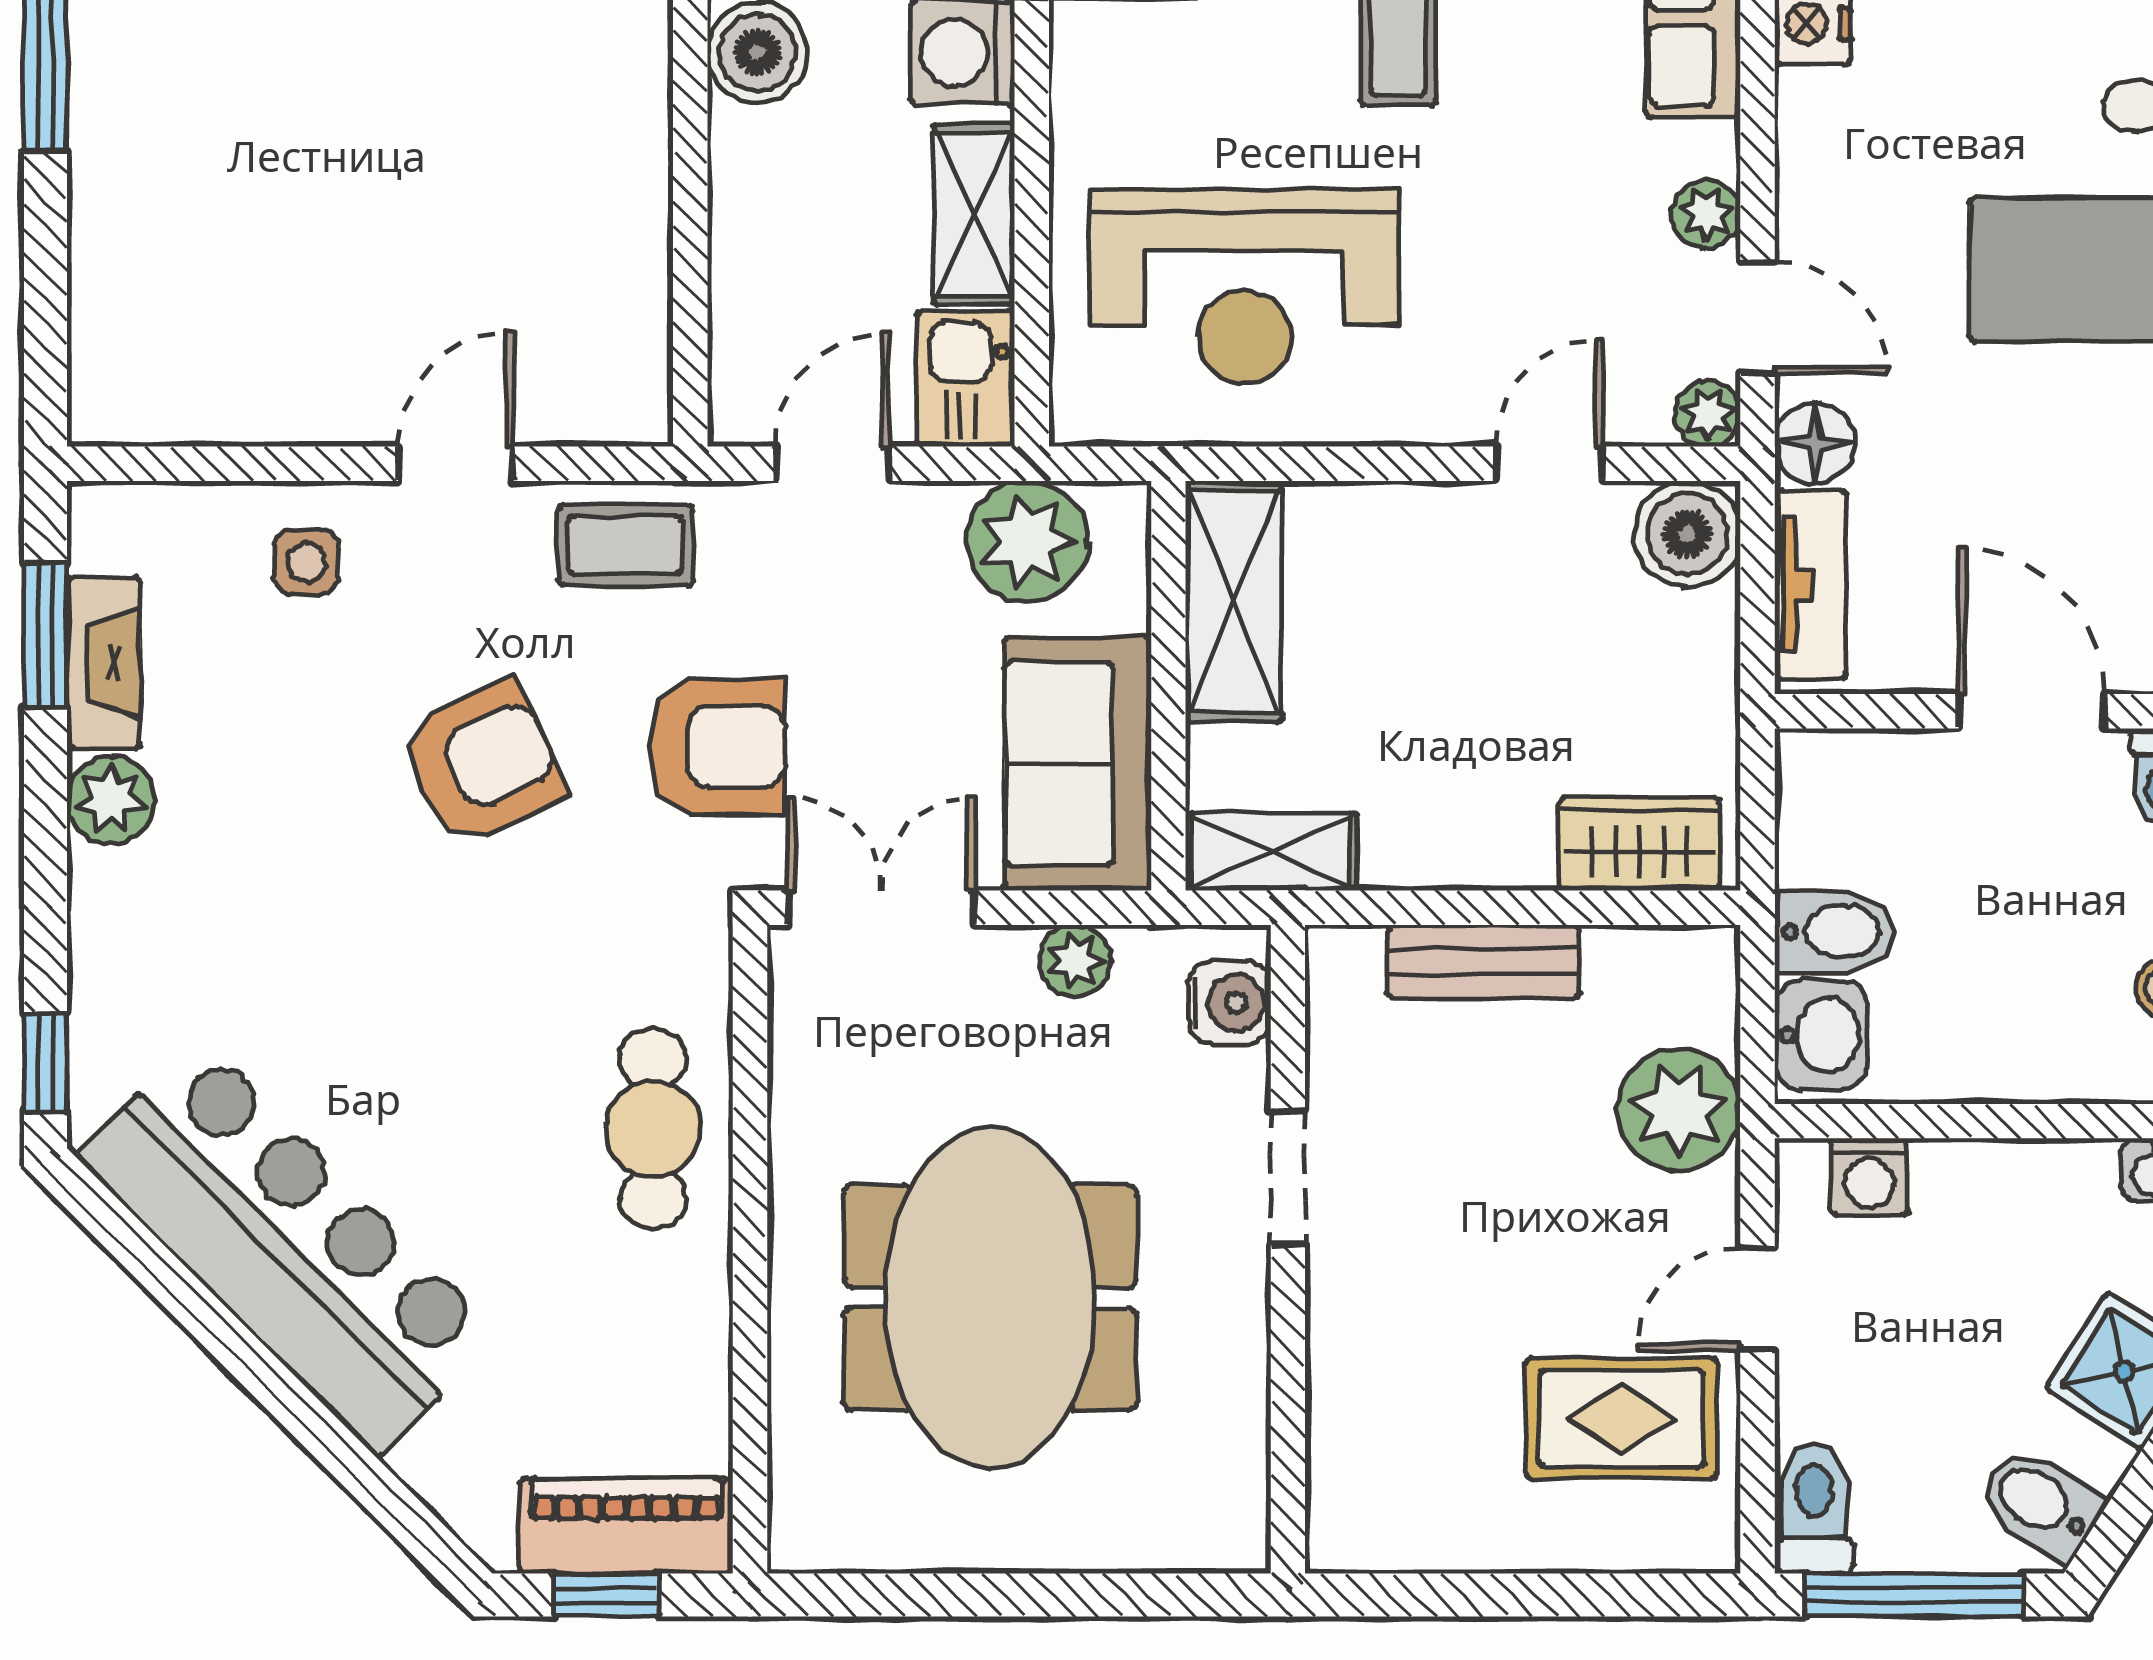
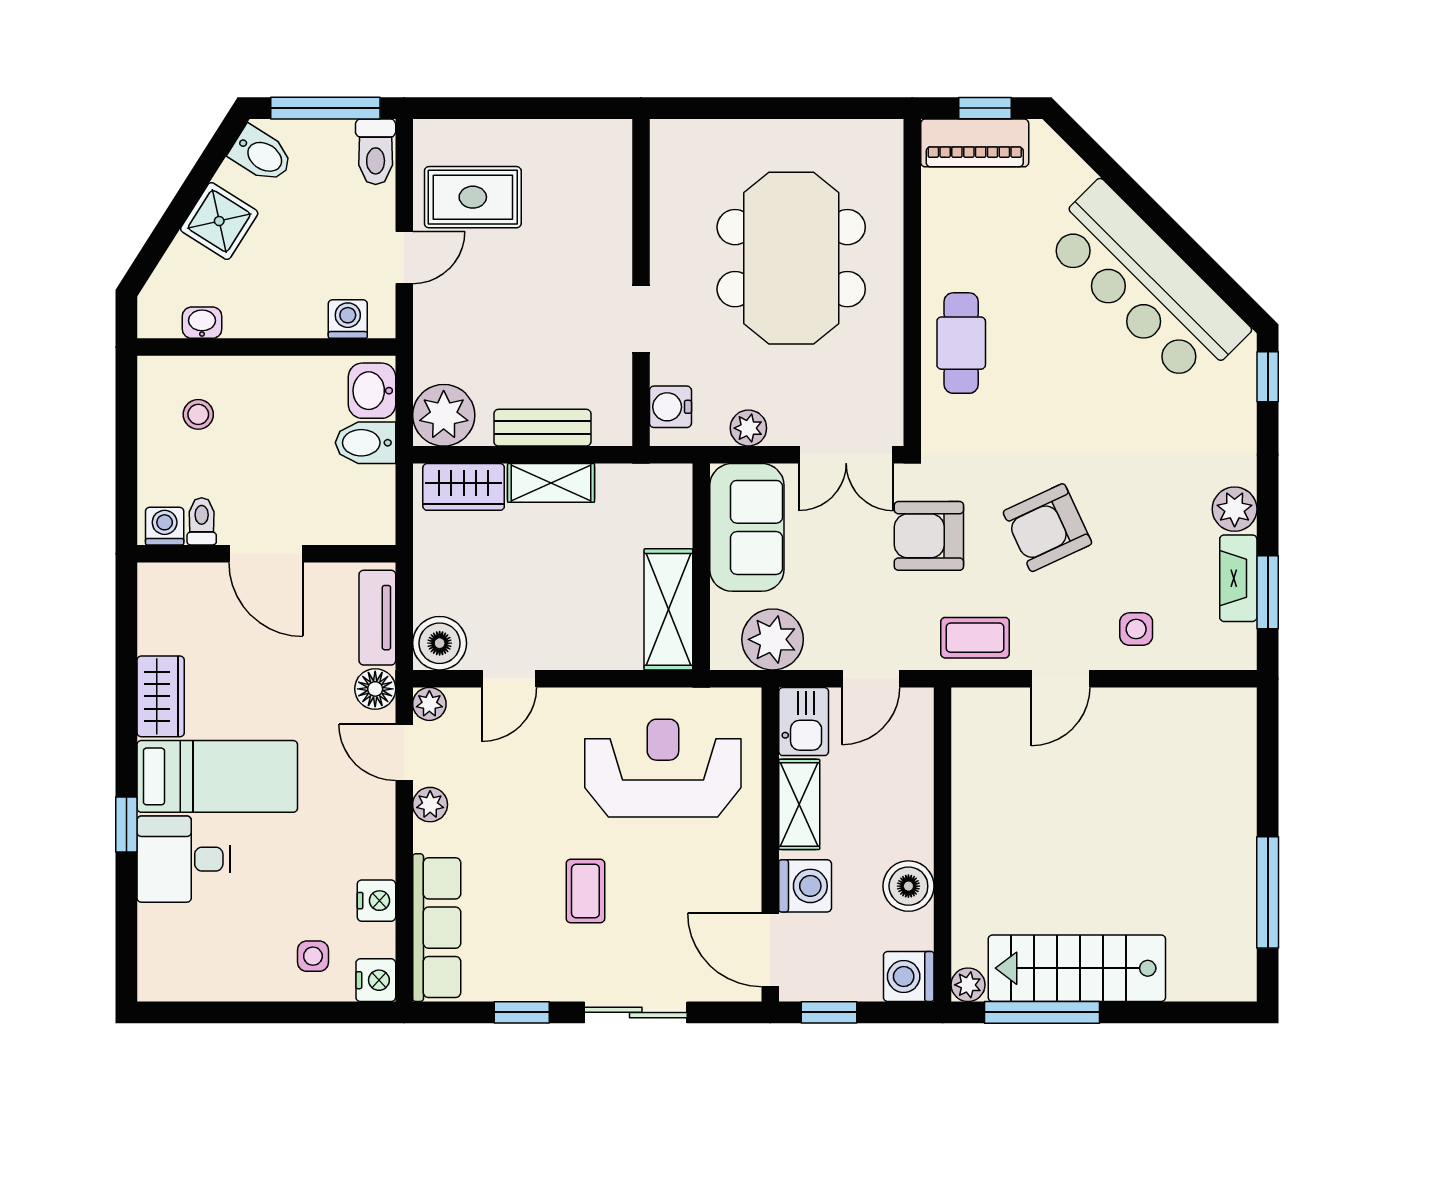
shelving: (1271, 852) -> (551, 483), moved
plant: (1679, 1110) -> (444, 415), moved

